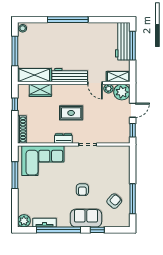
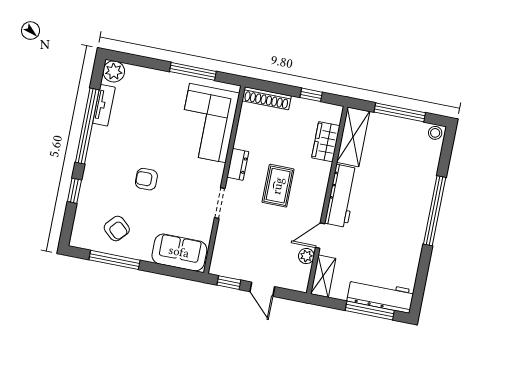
plant: (122, 92) -> (296, 277), removed
sofa: (86, 218) -> (179, 252), moved, turned -90

